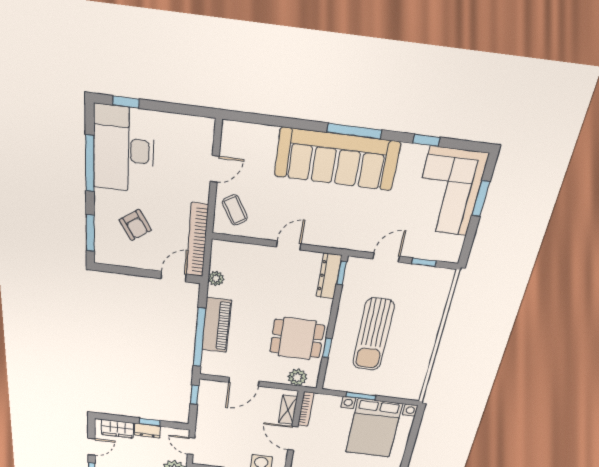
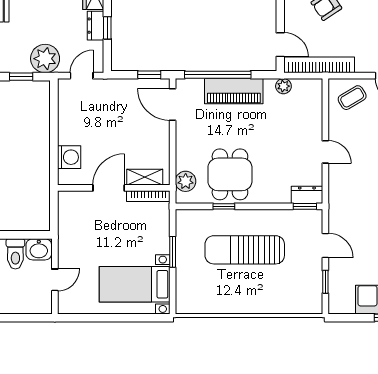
dresser: (329, 276) -> (307, 195), width x0.70
door: (244, 382) -> (173, 104), moved
bed with nightstands: (374, 428) -> (135, 284), width x0.73

